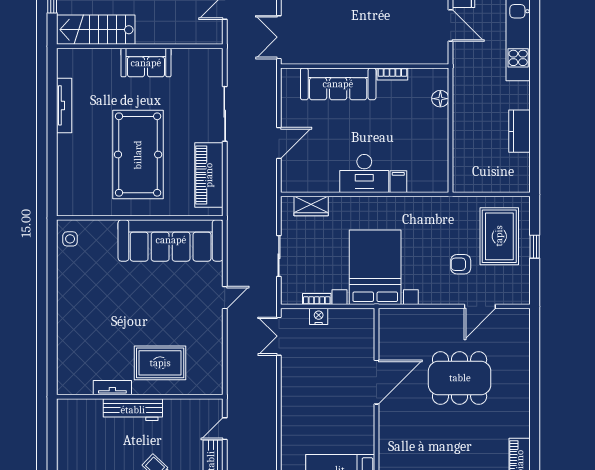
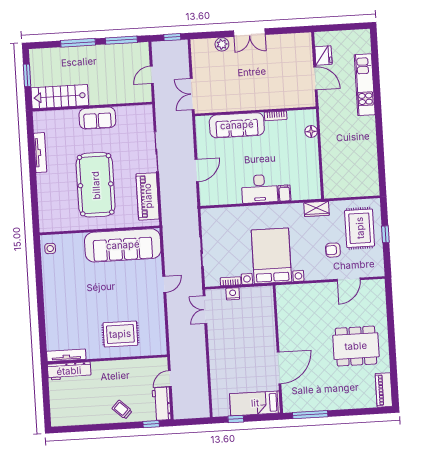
kitchen counter: (519, 131) -> (370, 152), removed
wardrobe: (311, 206) -> (317, 209), moved
dining table: (460, 378) -> (356, 346), moved
door: (376, 382) -> (279, 368), moved
tv unit: (112, 388) -> (66, 355), moved, width x1.41
workbench: (133, 410) -> (69, 371), moved

